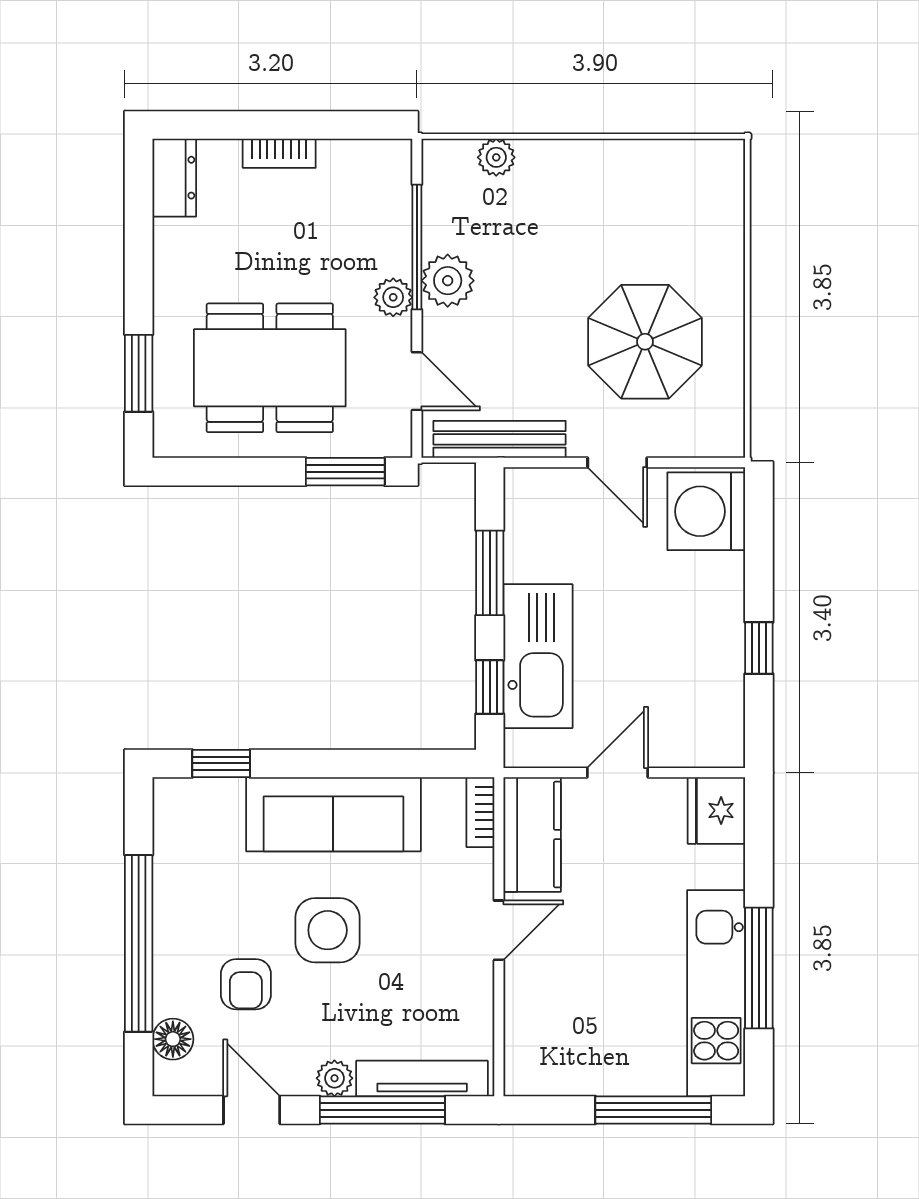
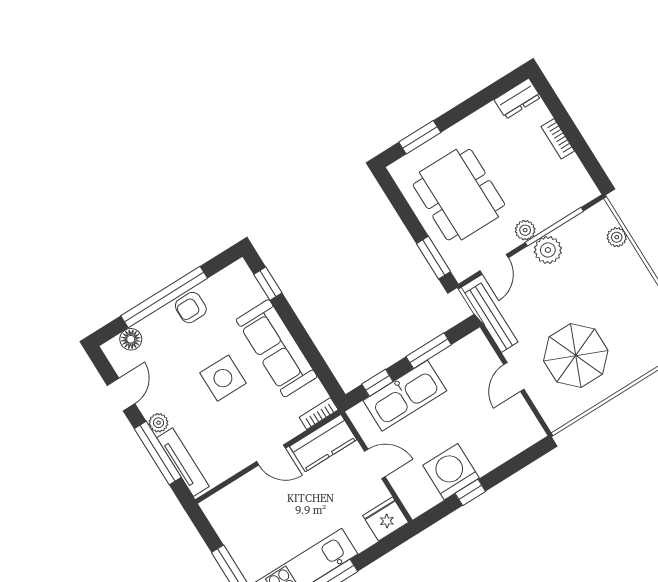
washing machine: (706, 511) -> (451, 472), moved
armchair: (246, 984) -> (191, 308), moved

